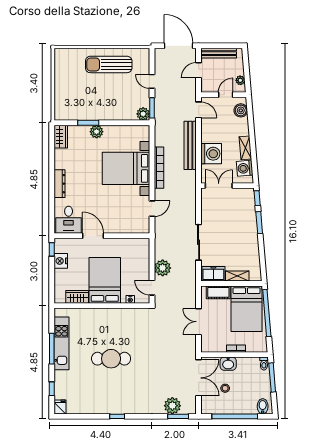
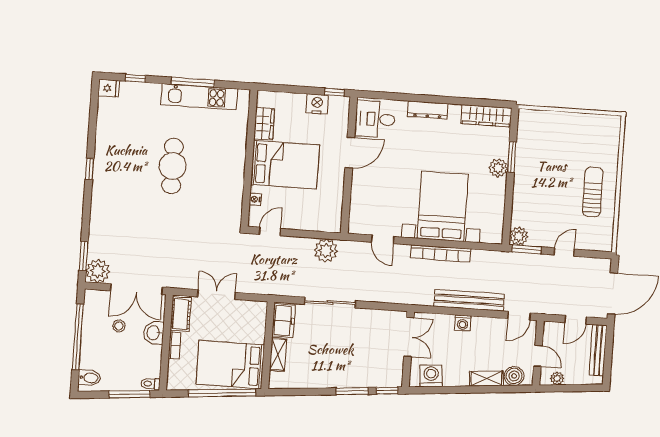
sun lounger: (109, 64) -> (593, 192), width x0.73, depth x0.75
door: (199, 70) -> (576, 320), swing flipped
wardrobe: (61, 137) -> (486, 116), width x1.50
shelving: (245, 148) -> (486, 378), moved
washing machine: (211, 154) -> (463, 323), width x0.53, depth x0.53
plant: (163, 268) -> (326, 251), moved
cot: (218, 292) -> (181, 314), moved
plant: (172, 406) -> (98, 271), moved

